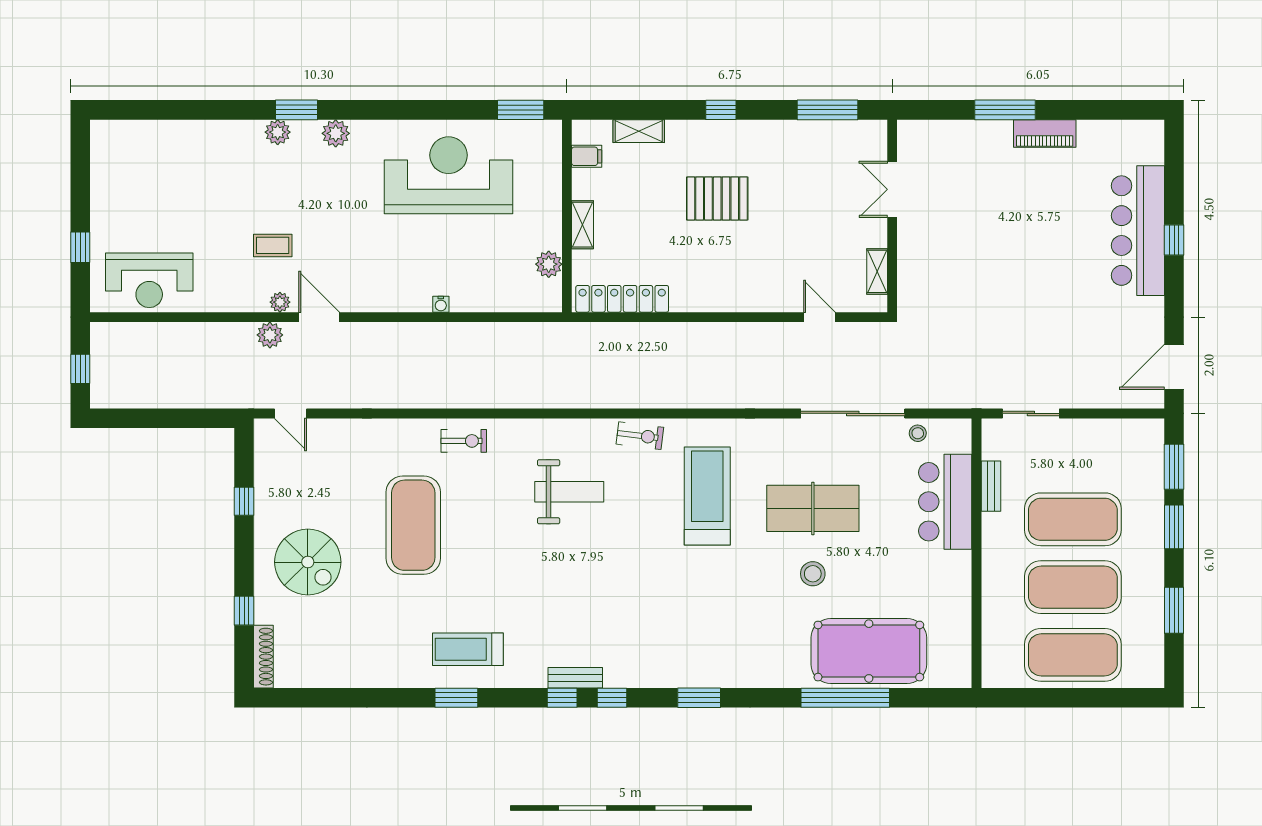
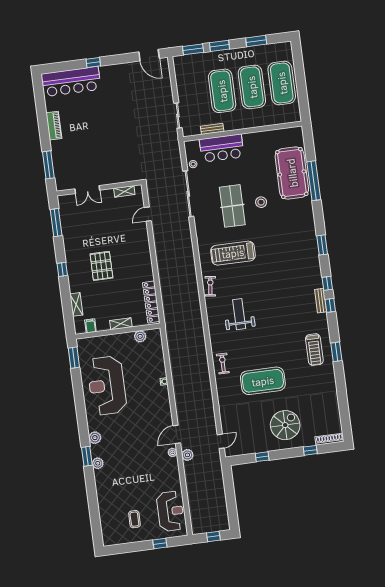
window: (1005, 110) -> (48, 165), moved
bar counter: (1138, 231) -> (71, 82), moved
coffee table: (273, 245) -> (134, 519), moved

